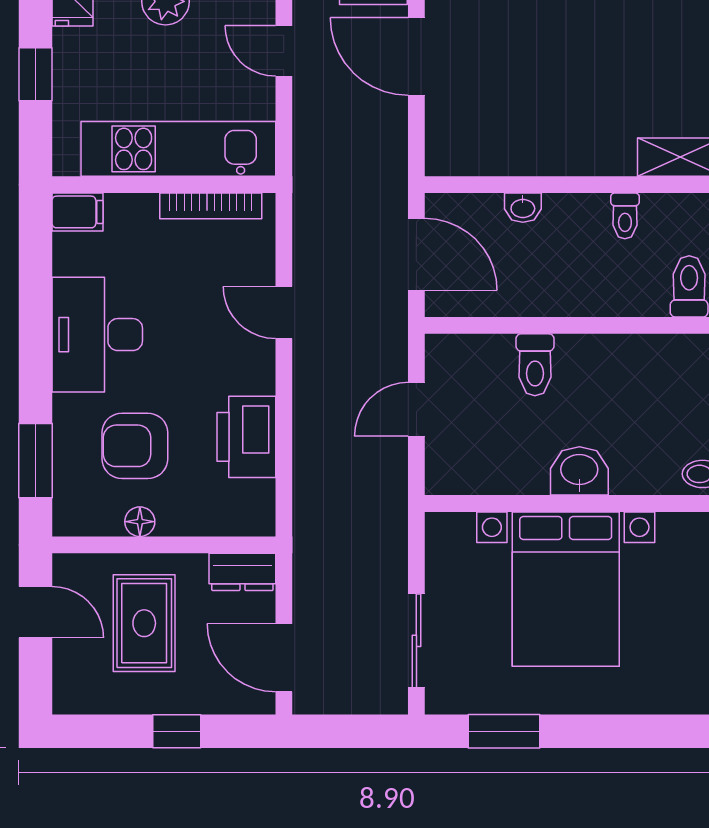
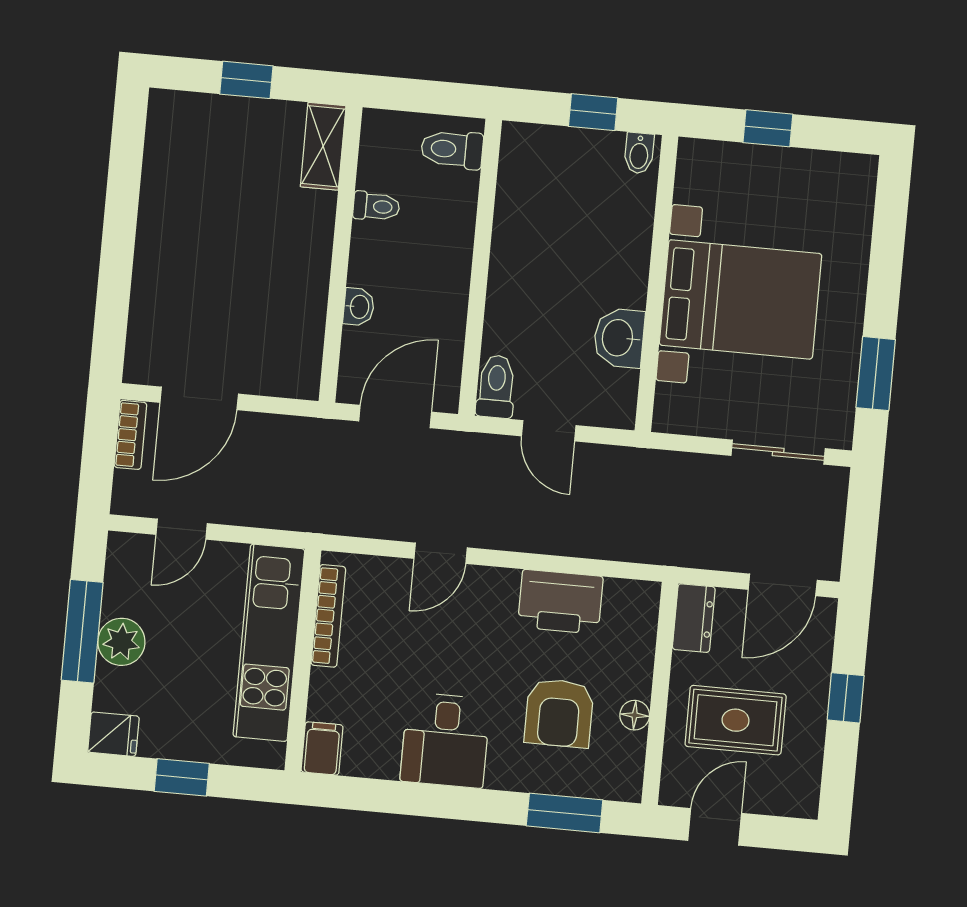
desk: (97, 335) -> (445, 740), width x0.73
toilet: (535, 365) -> (496, 387), moved, turned -90
washbasin: (579, 471) -> (619, 338), moved

